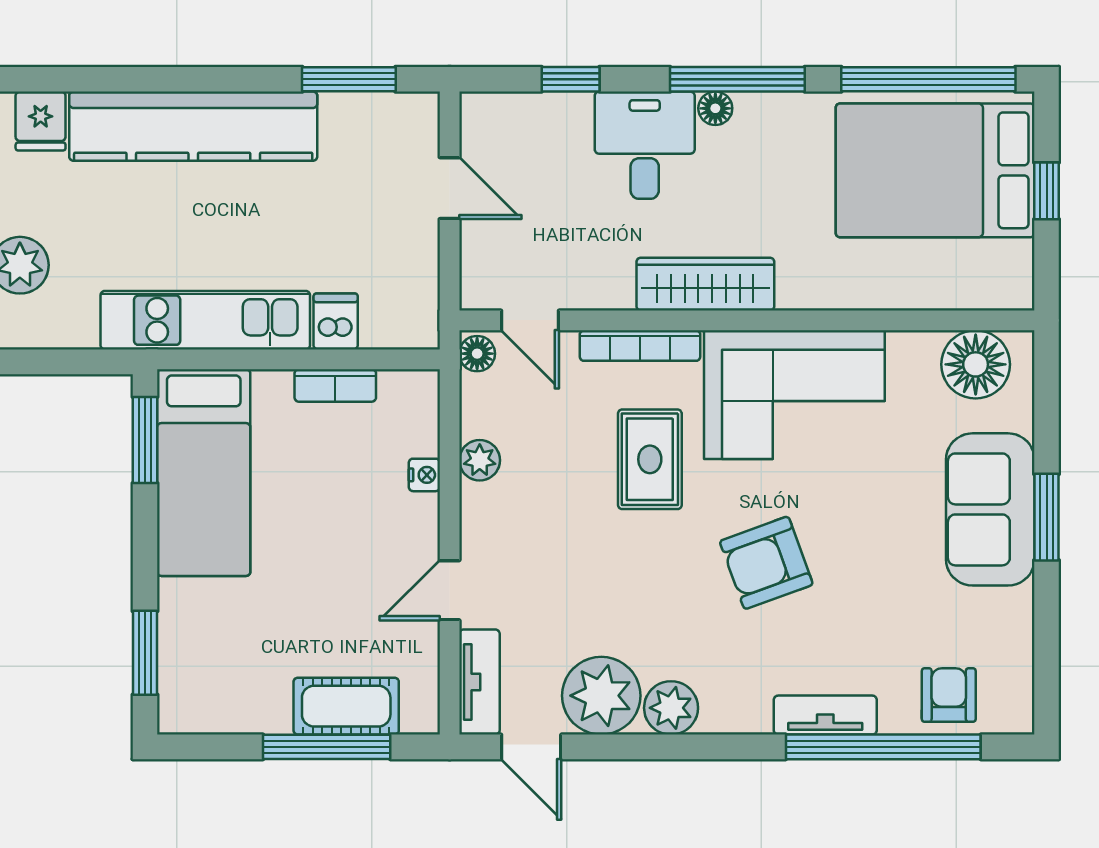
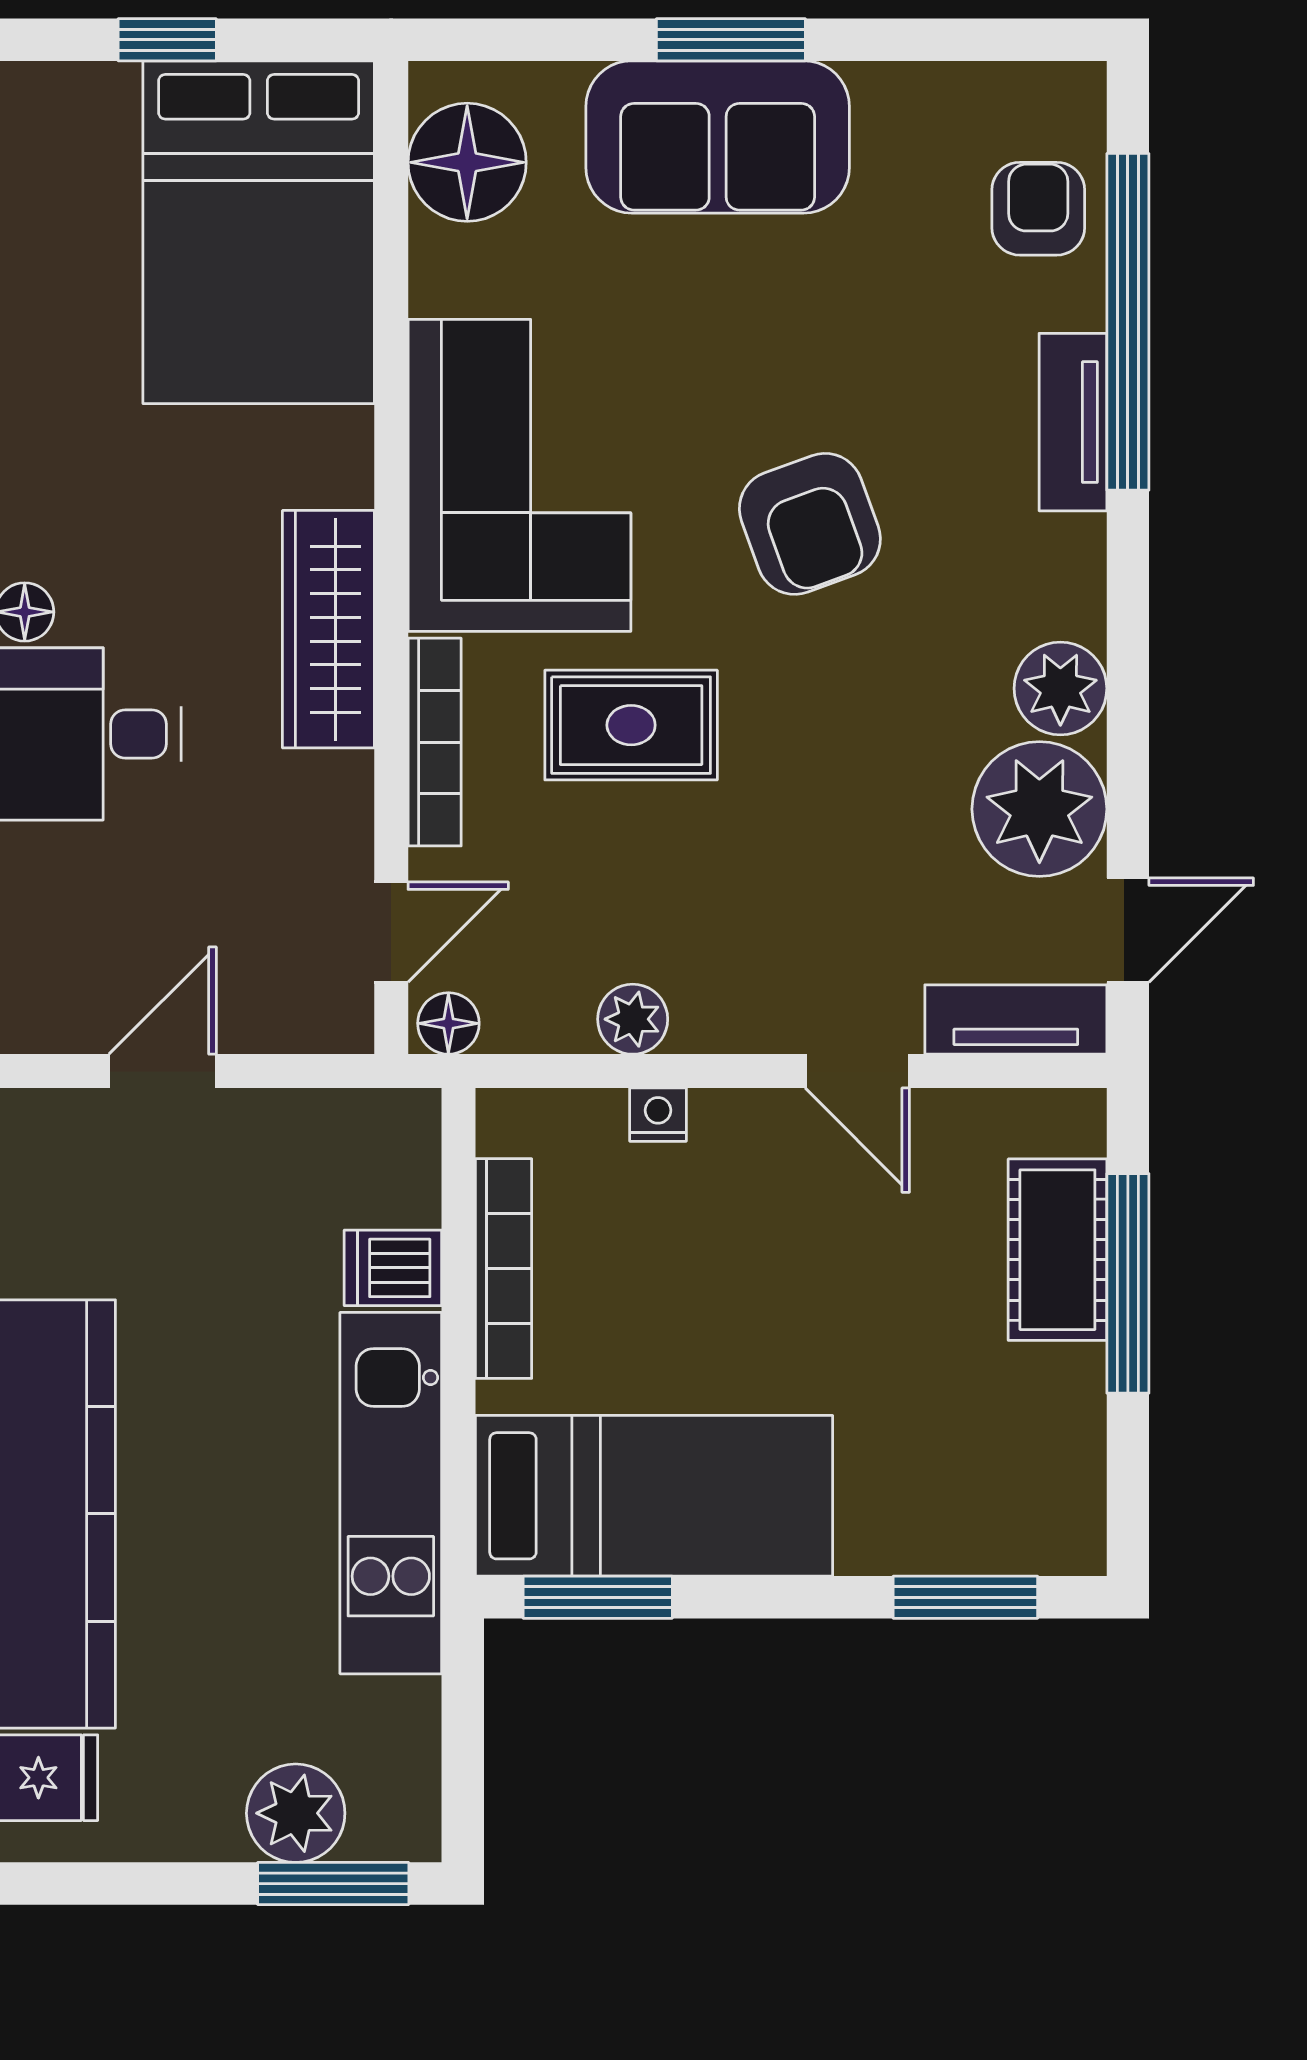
bed: (935, 170) -> (259, 232), moved
bookcase: (335, 385) -> (504, 1269), width x1.56
armchair: (949, 695) -> (1038, 209), turned 90

